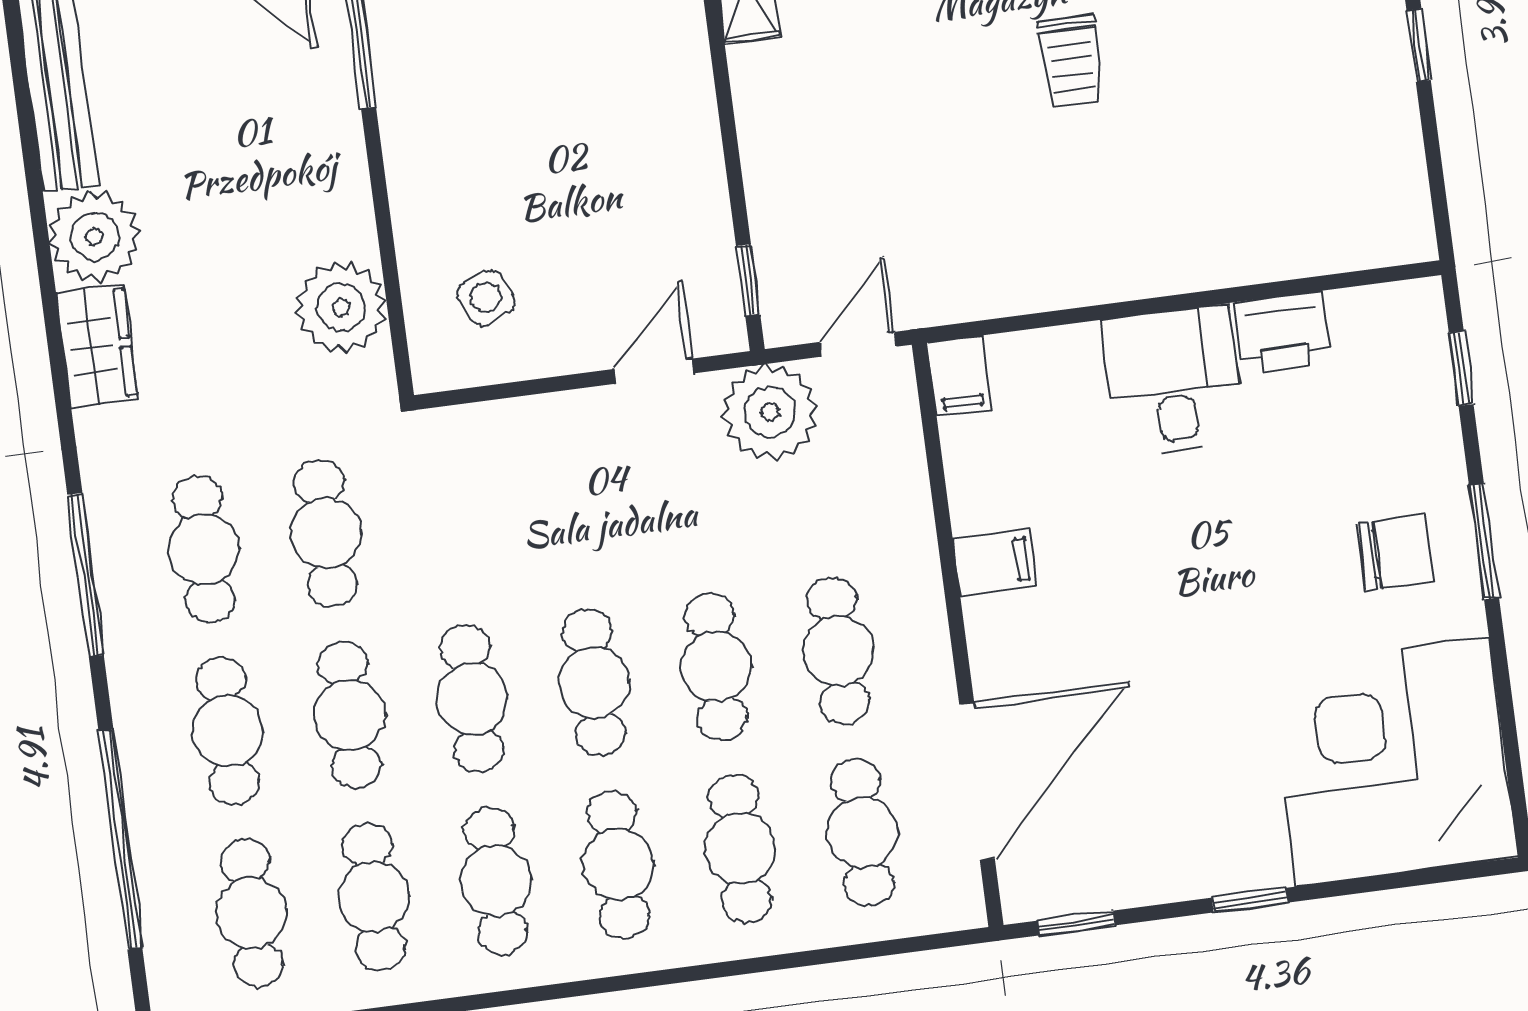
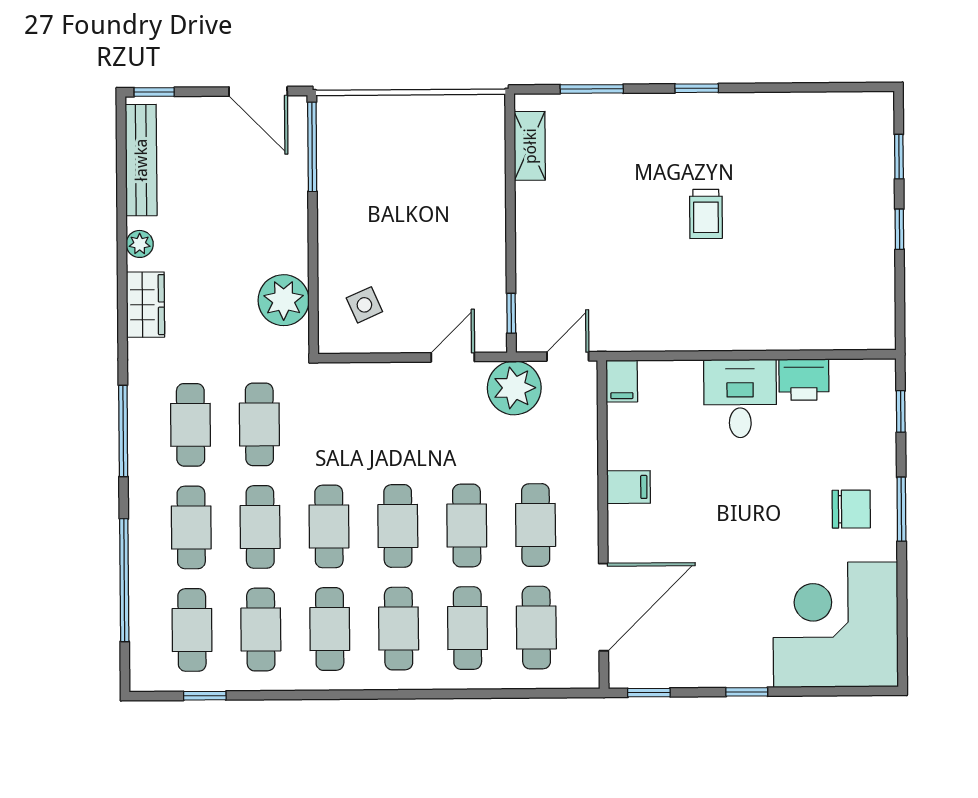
plant: (94, 237) -> (140, 244), width x0.53, depth x0.53

